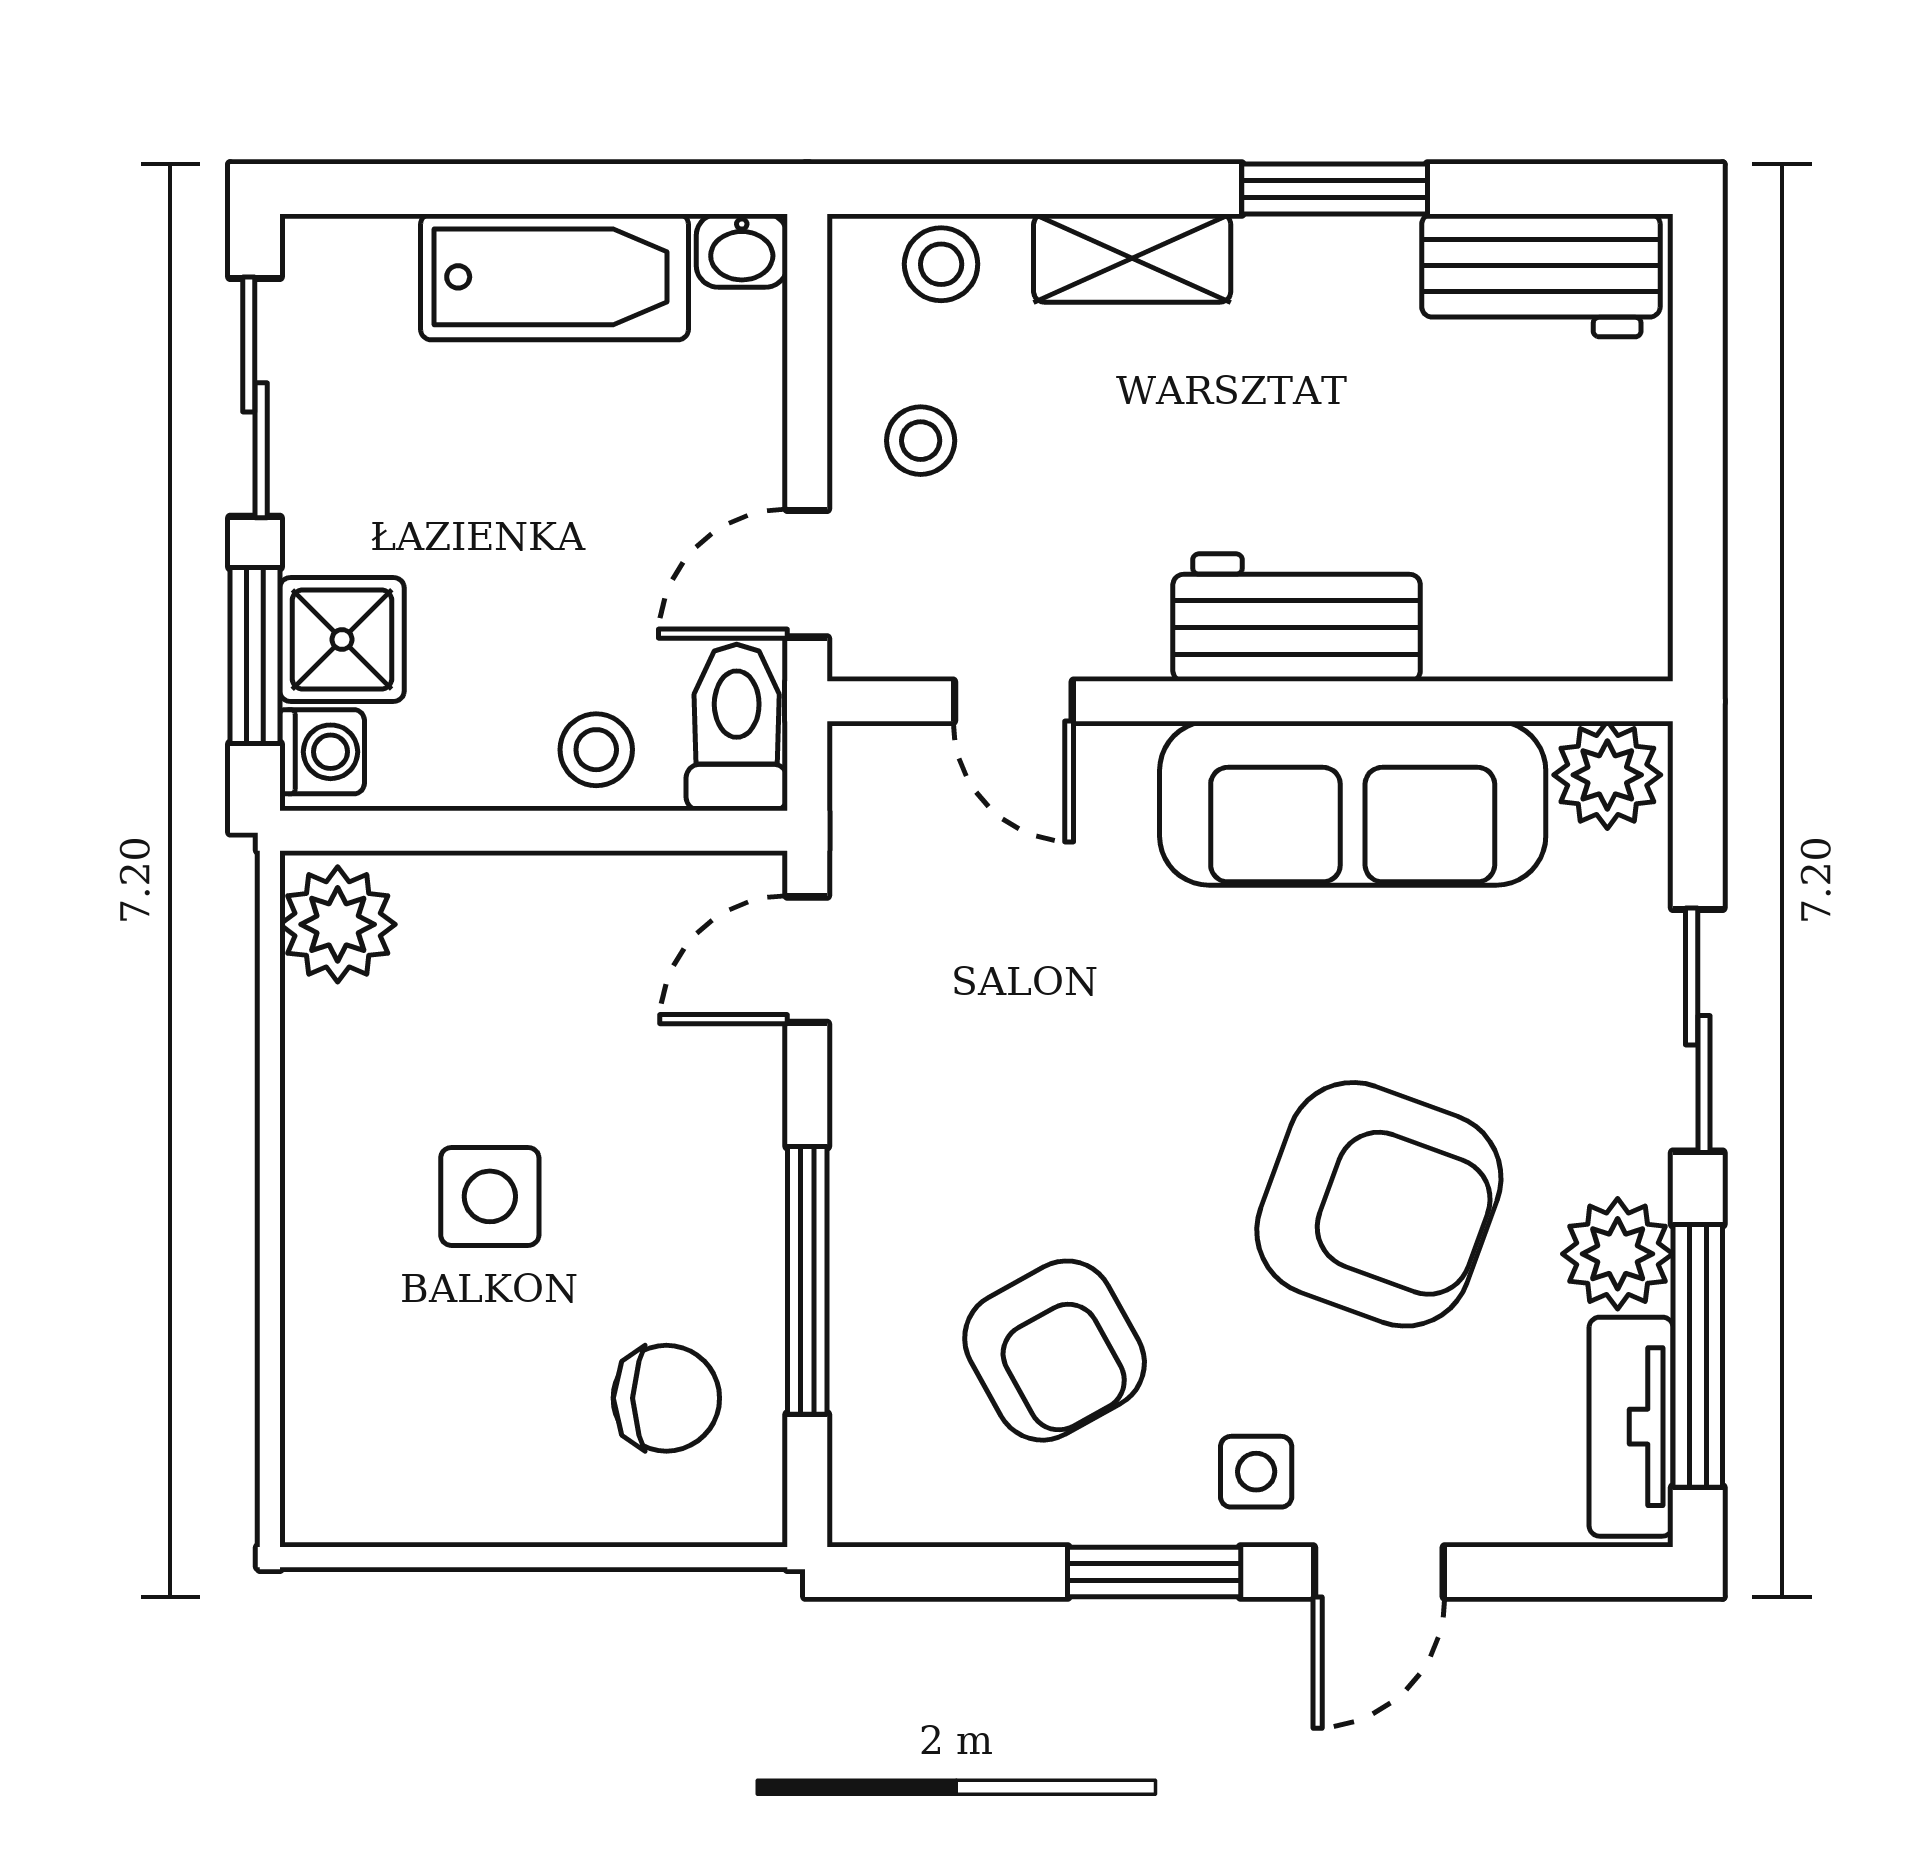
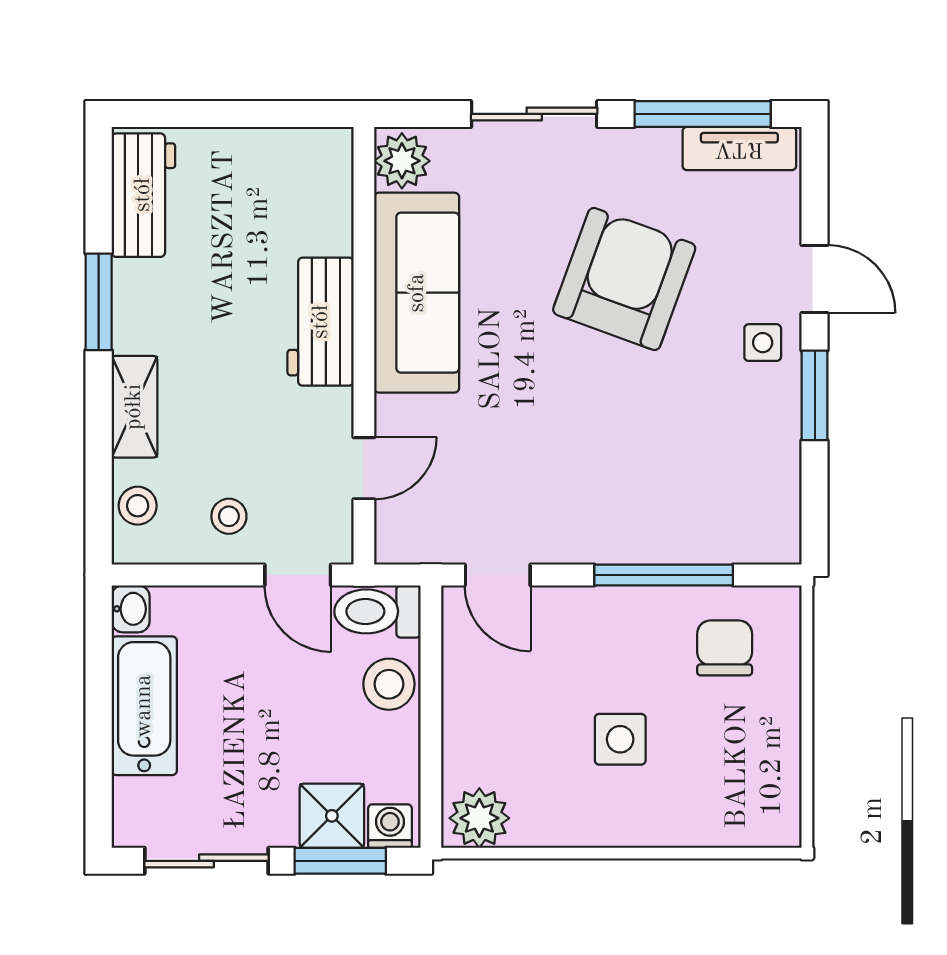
stool: (596, 750) -> (389, 684), width x1.37, depth x1.37
plant: (1618, 1254) -> (650, 155), removed
armchair: (1055, 1351) -> (700, 447), removed

